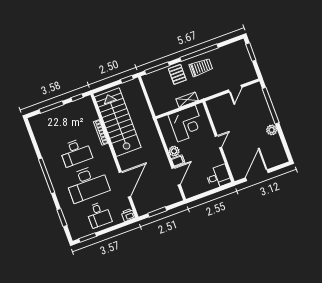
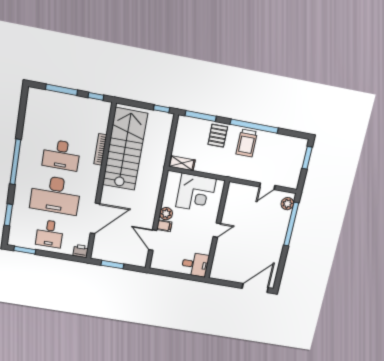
trolley: (201, 67) -> (247, 143), turned 90
shelving: (187, 100) -> (182, 163), moved
plant: (272, 130) -> (287, 204), moved
door: (257, 175) -> (255, 288), moved
door: (176, 176) -> (153, 240), swing flipped

